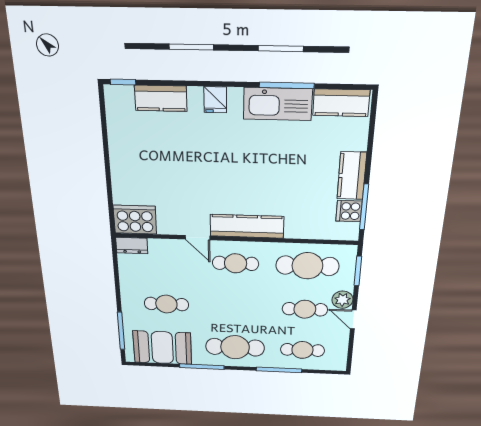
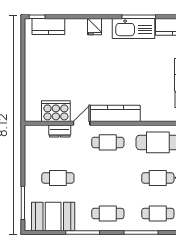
kitchen counter: (161, 98) -> (48, 27), moved
cooker: (135, 220) -> (56, 111), moved
door: (198, 238) -> (82, 123), swing flipped
dresser: (132, 246) -> (60, 131), moved
cafe table: (235, 347) -> (108, 213), width x0.73, depth x0.74

